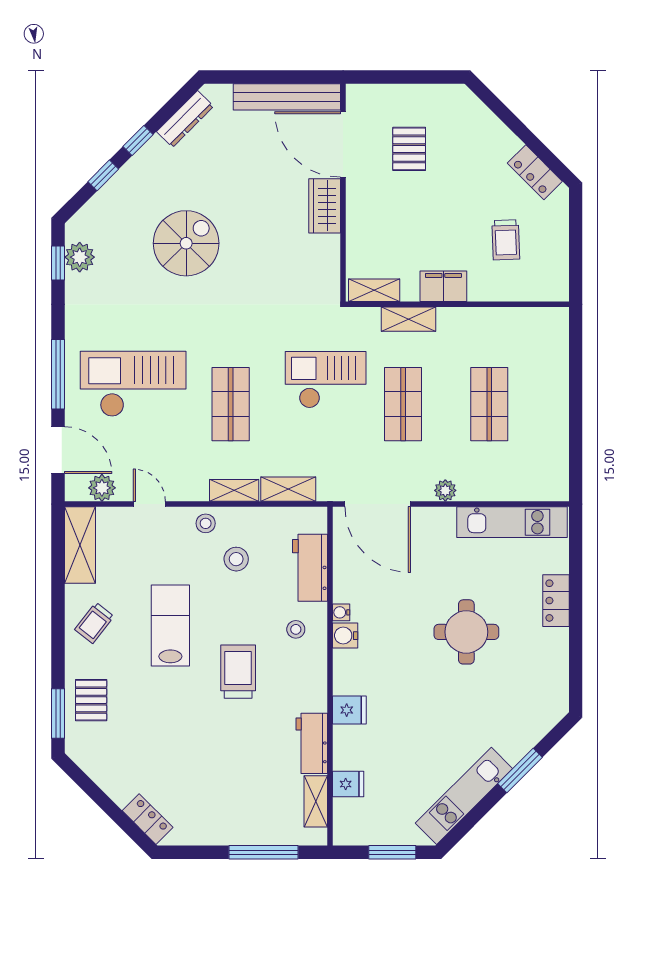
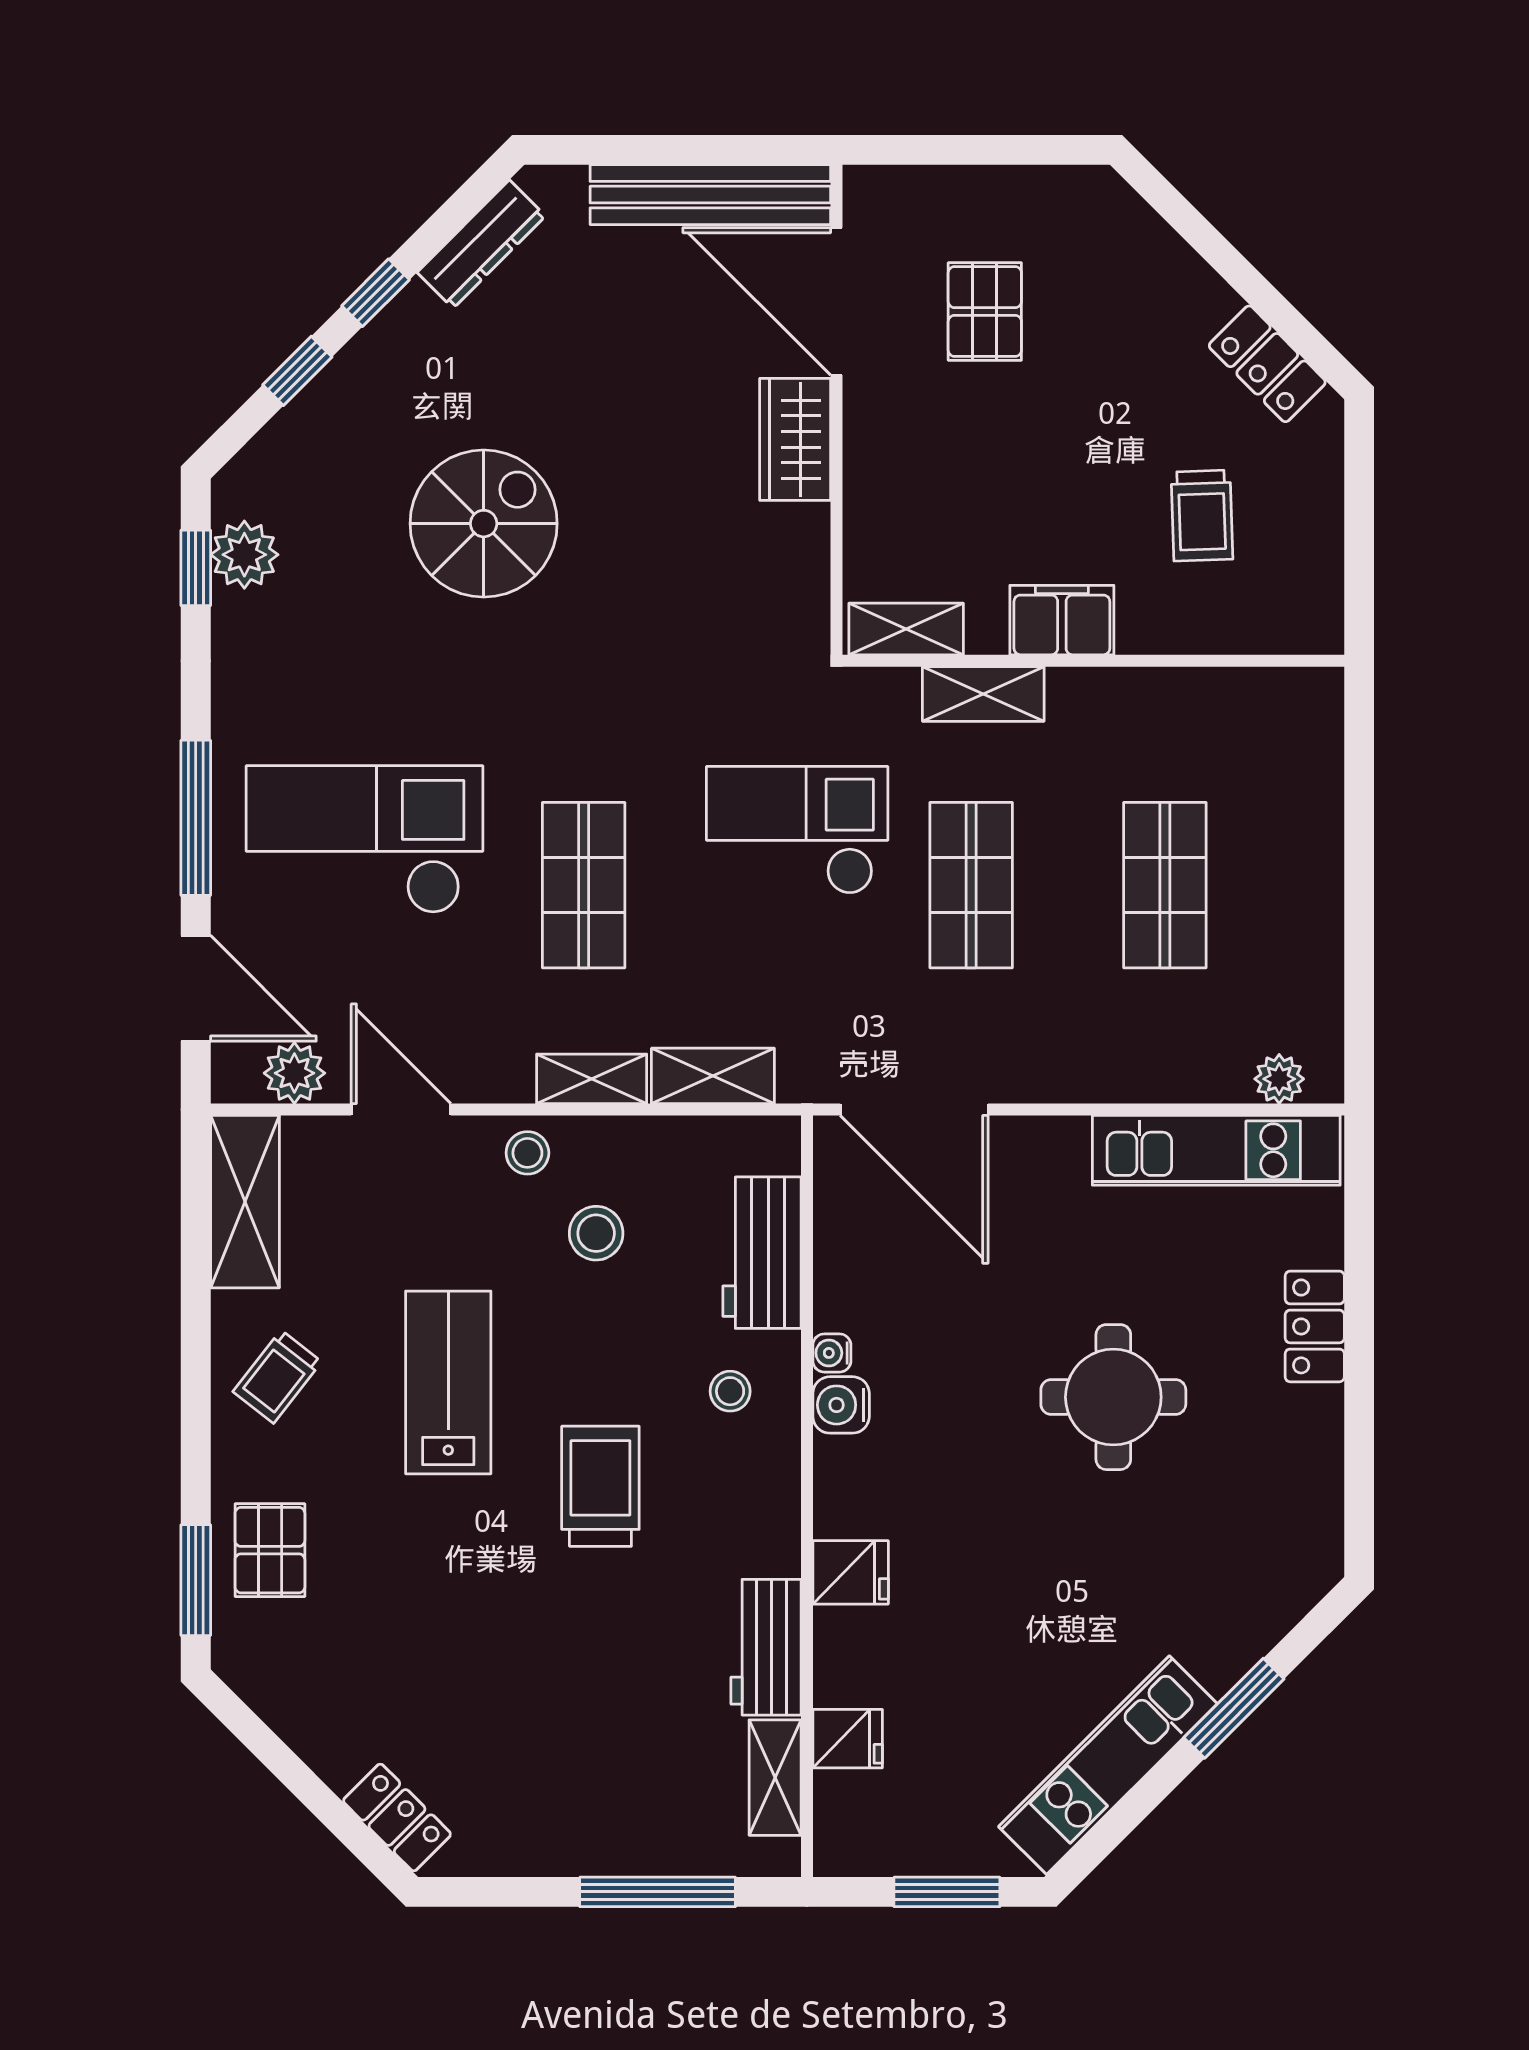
plant: (445, 490) -> (1279, 1079), moved
door: (149, 504) -> (401, 1109), width x1.38

